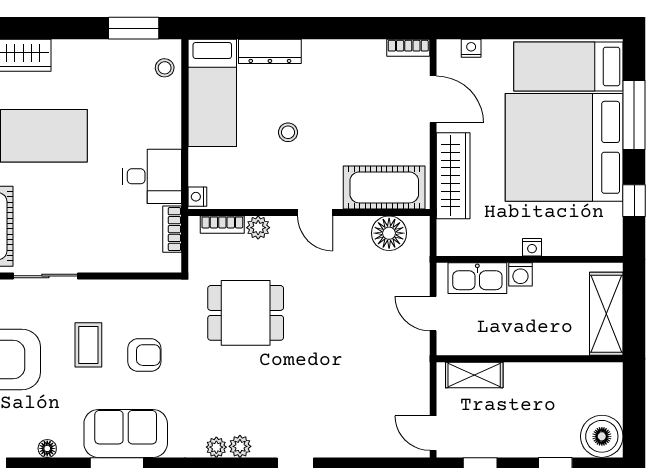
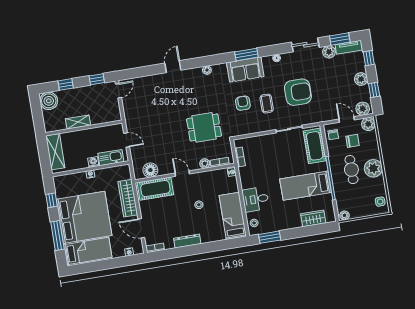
dresser: (270, 51) -> (187, 241), moved
desk: (152, 176) -> (256, 199), moved
armchair: (144, 355) -> (243, 103), turned 90
shelving: (474, 375) -> (78, 122), moved
door: (433, 433) -> (119, 91), hinge flipped
plant: (240, 446) -> (197, 72), removed

